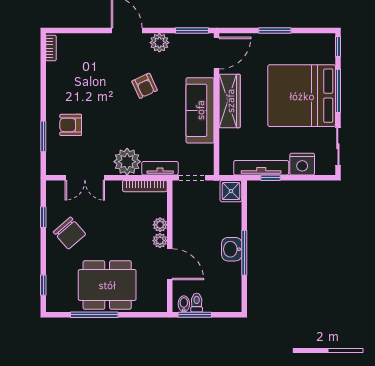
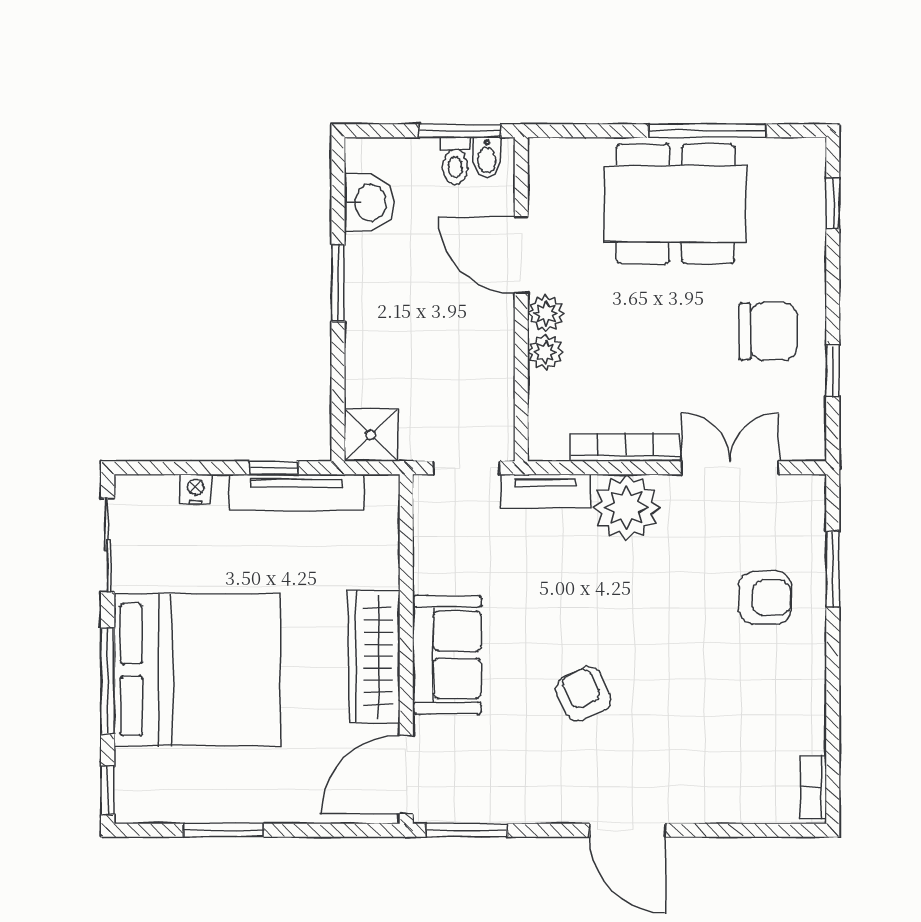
window: (275, 30) -> (223, 830), moved
plant: (159, 43) -> (547, 800), removed
sofa: (200, 110) -> (447, 655), width x0.73
nightstand: (302, 164) -> (196, 489), width x0.53, depth x0.56
bookcase: (145, 186) -> (626, 447), moved
chair: (70, 233) -> (768, 332), turned 131
washbasin: (232, 249) -> (369, 203), moved
window: (244, 253) -> (338, 283), width x0.69

